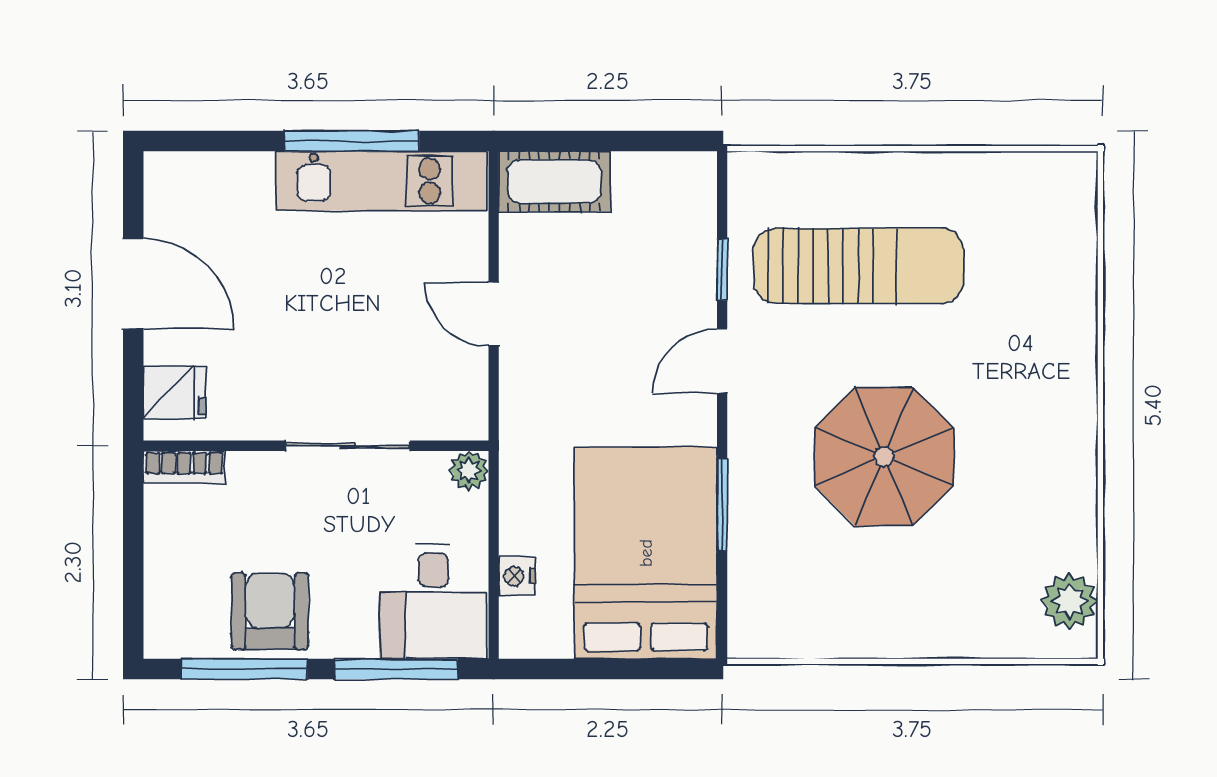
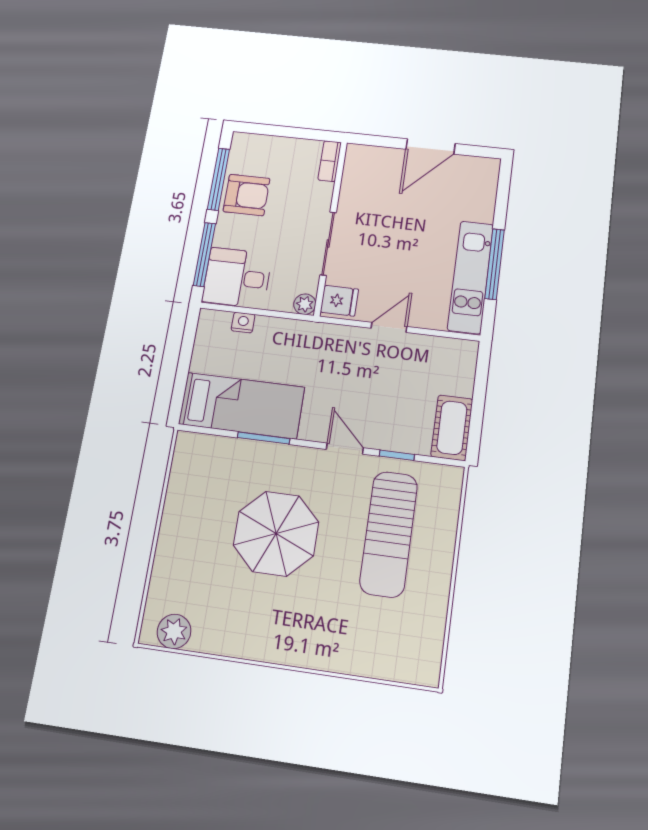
cot: (554, 181) -> (452, 428), moved
fridge: (175, 392) -> (339, 301), moved, turned -90
bed: (646, 553) -> (242, 406), width x0.67

